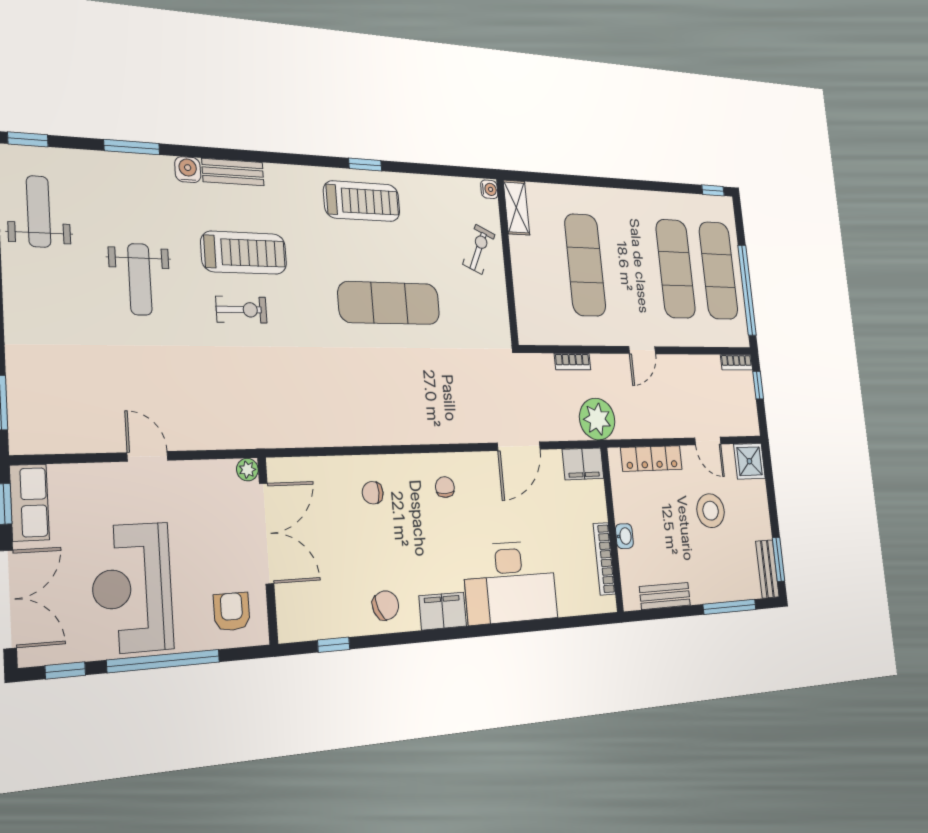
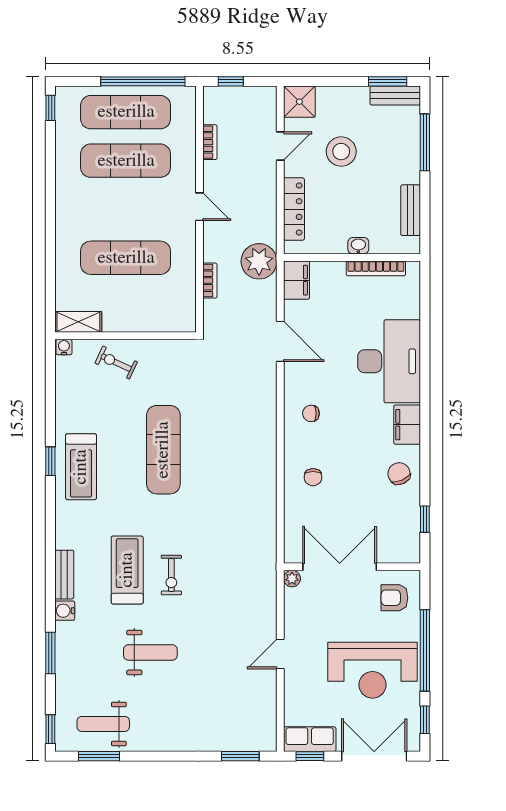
treadmill: (362, 201) -> (81, 467), turned 180
exercise bike: (241, 310) -> (171, 575), turned 180
bookcase: (736, 362) -> (210, 142), moved

